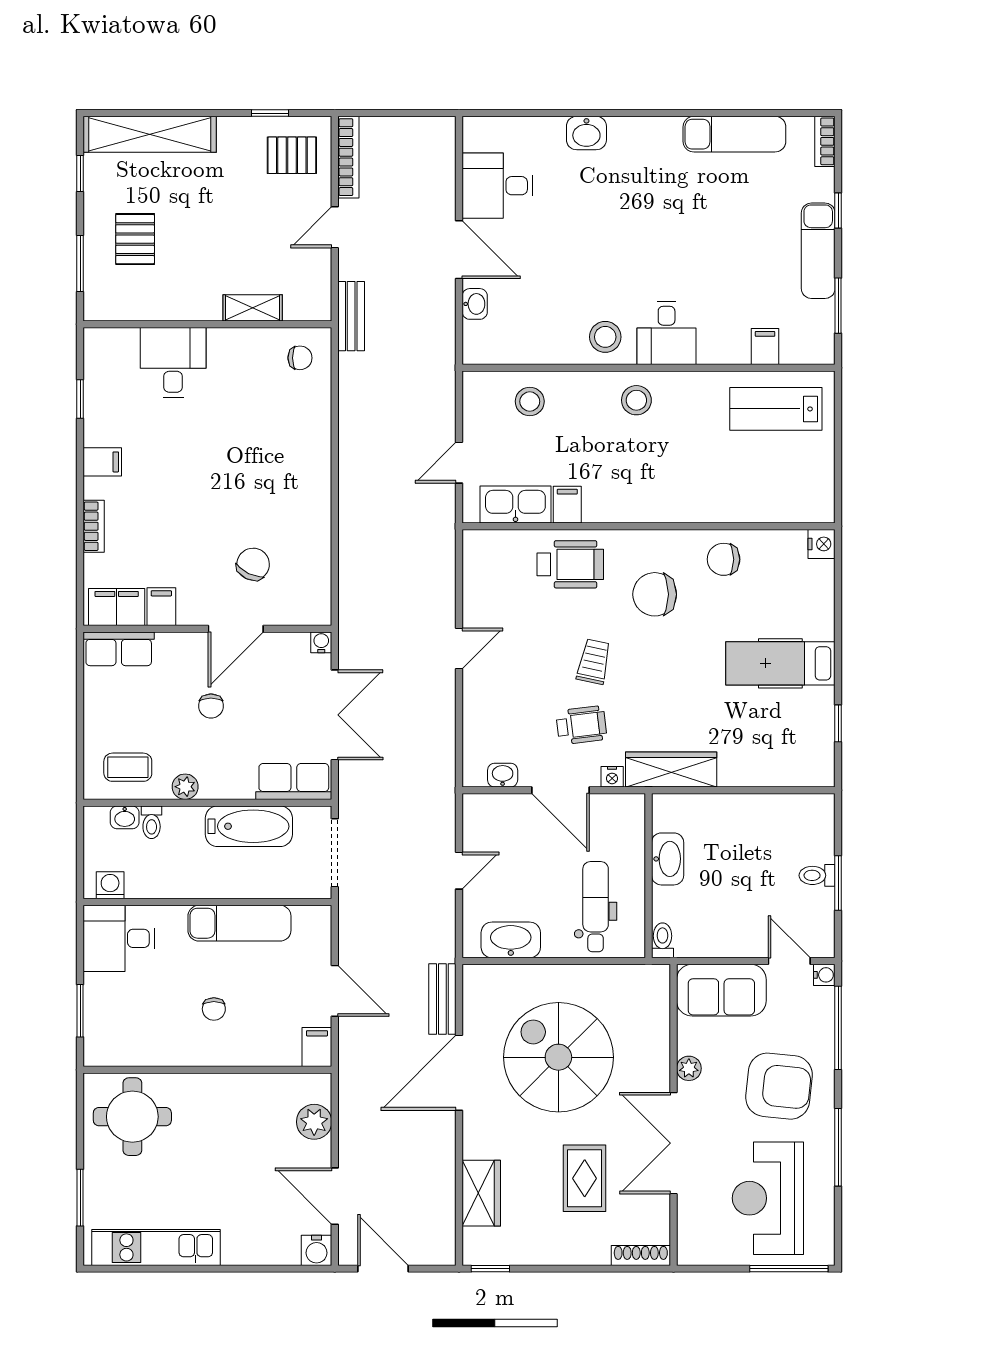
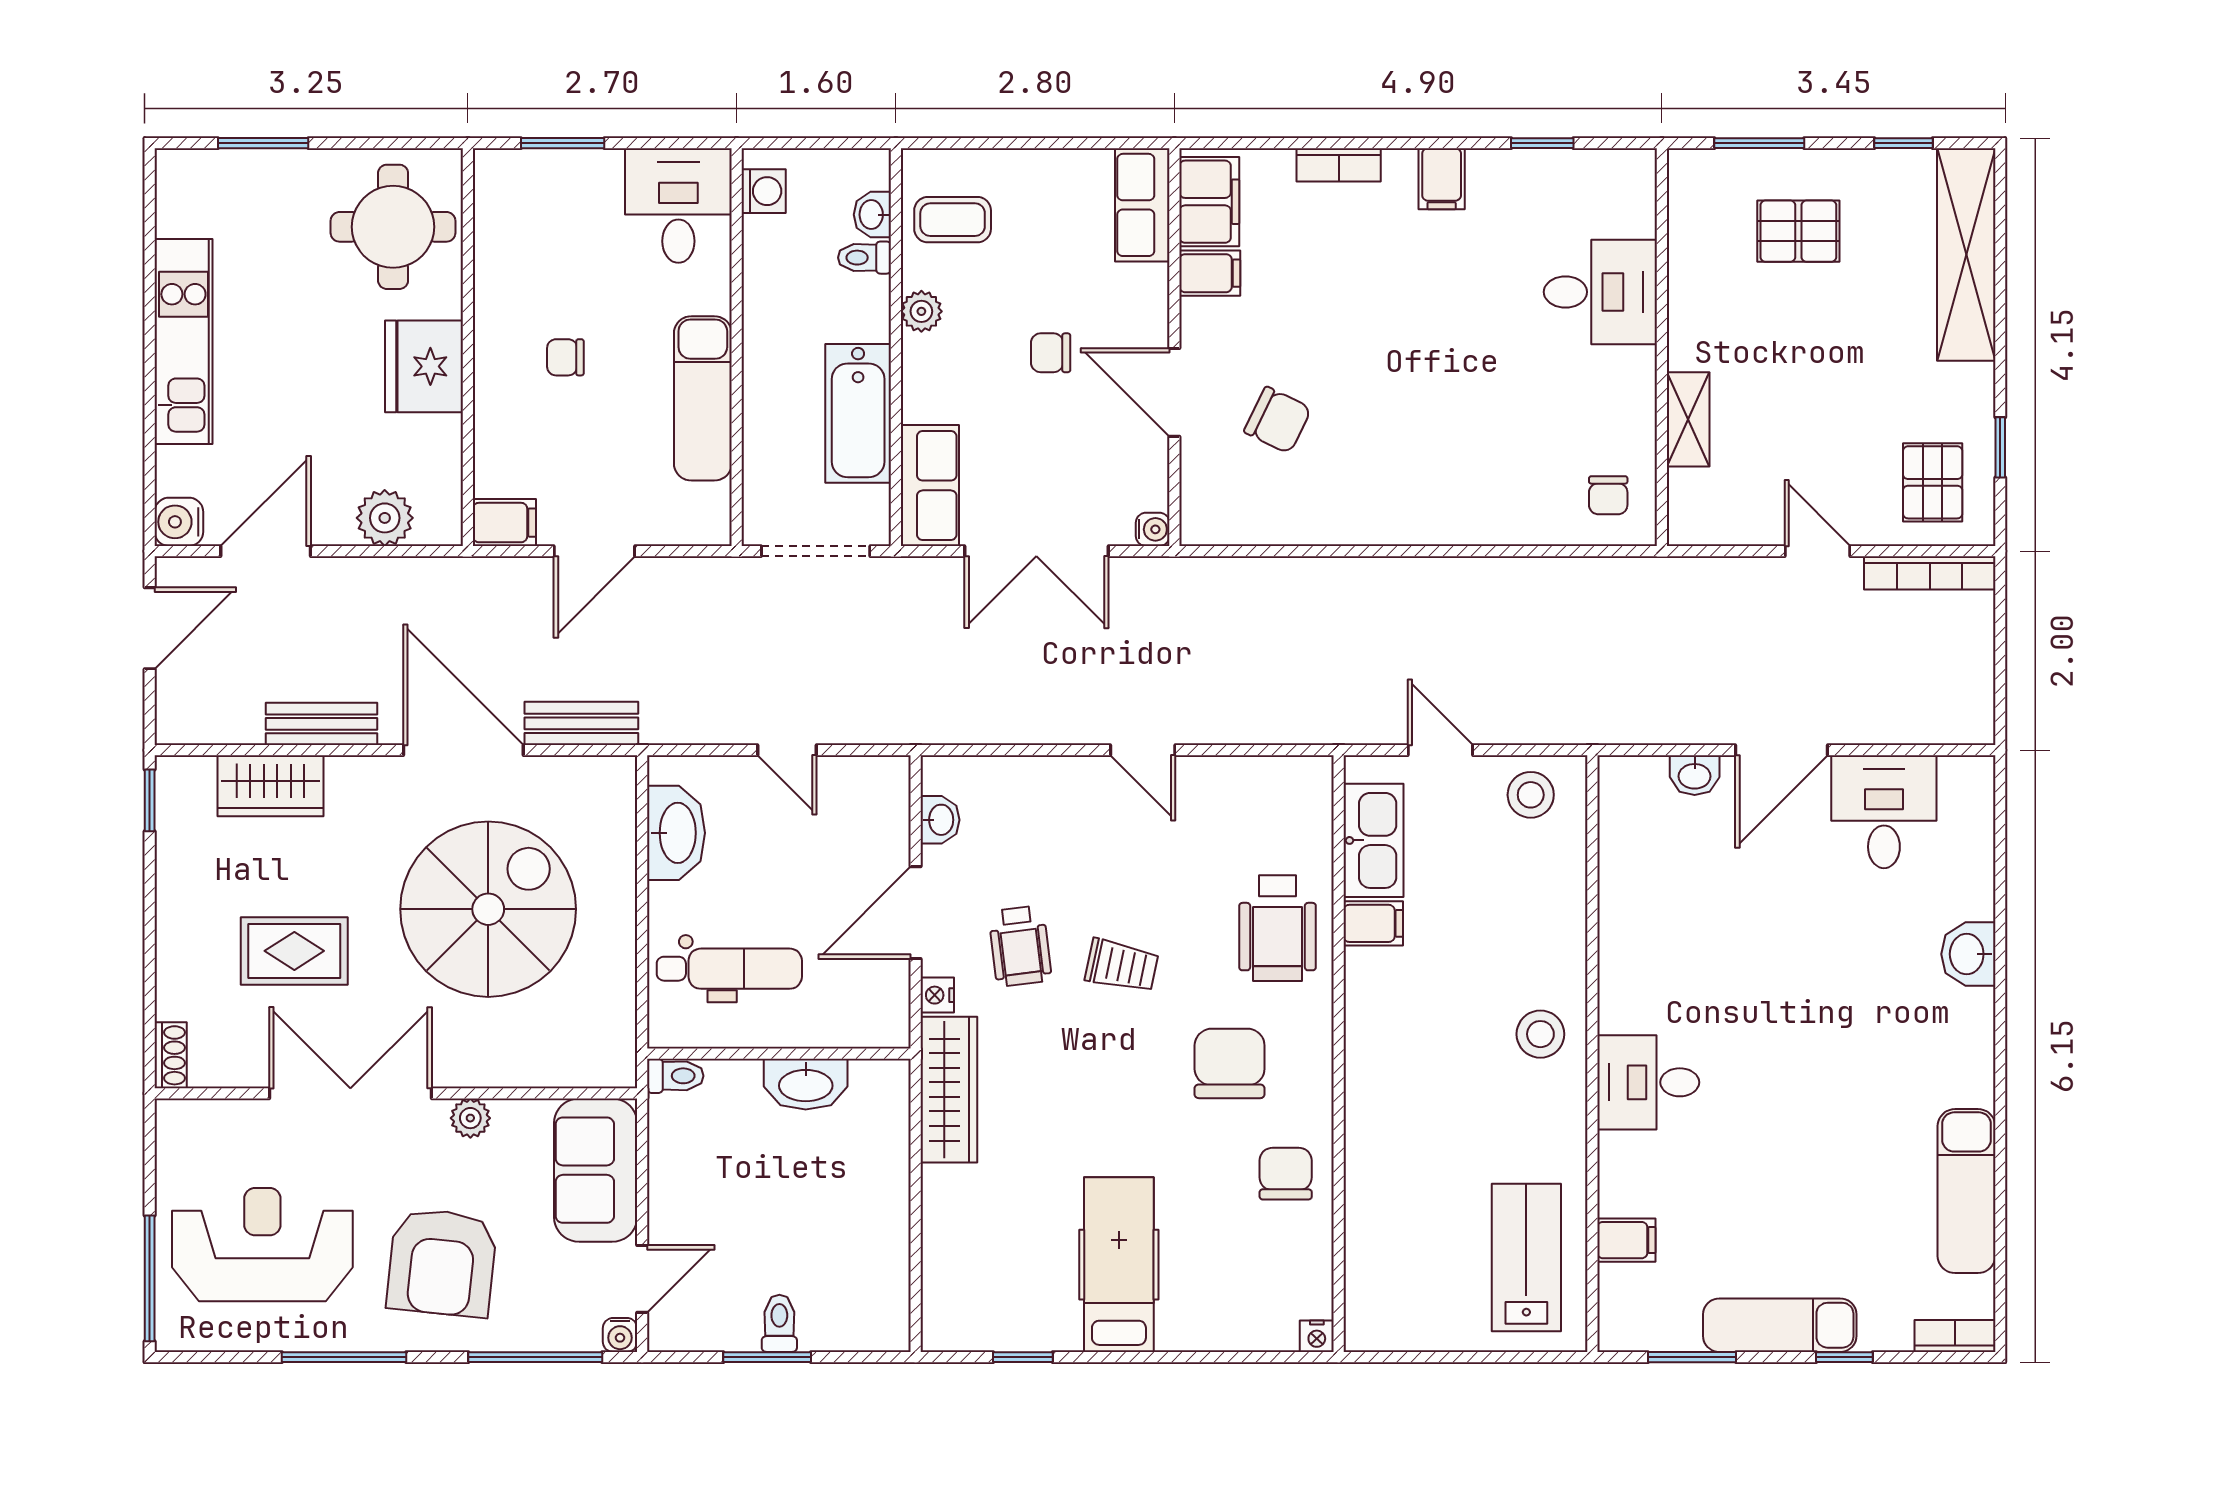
bench: (351, 316) -> (322, 724), moved
stool: (605, 337) -> (1642, 984), removed
stool: (530, 401) -> (1531, 795), moved
nightstand: (822, 544) -> (1317, 1336), width x0.72, depth x0.74
coffee table: (128, 767) -> (953, 220), turned 90
fridge: (219, 1097) -> (424, 366), added
kitchen unit: (156, 1247) -> (183, 341), moved
shoe rack: (641, 1255) -> (171, 1055), width x0.70

